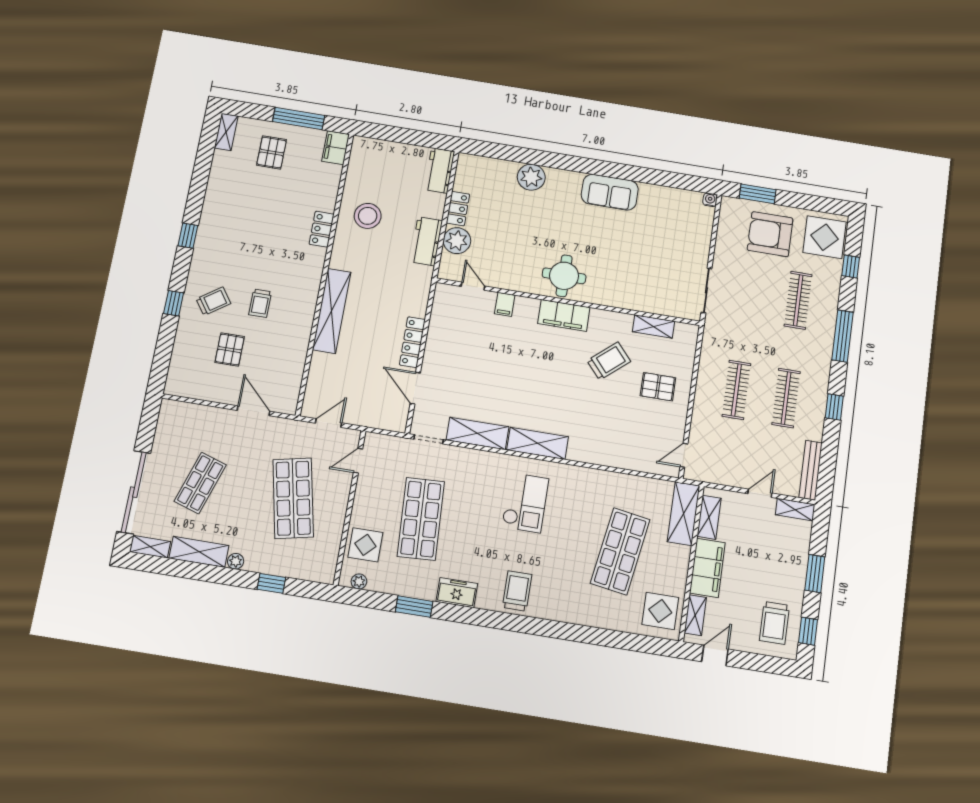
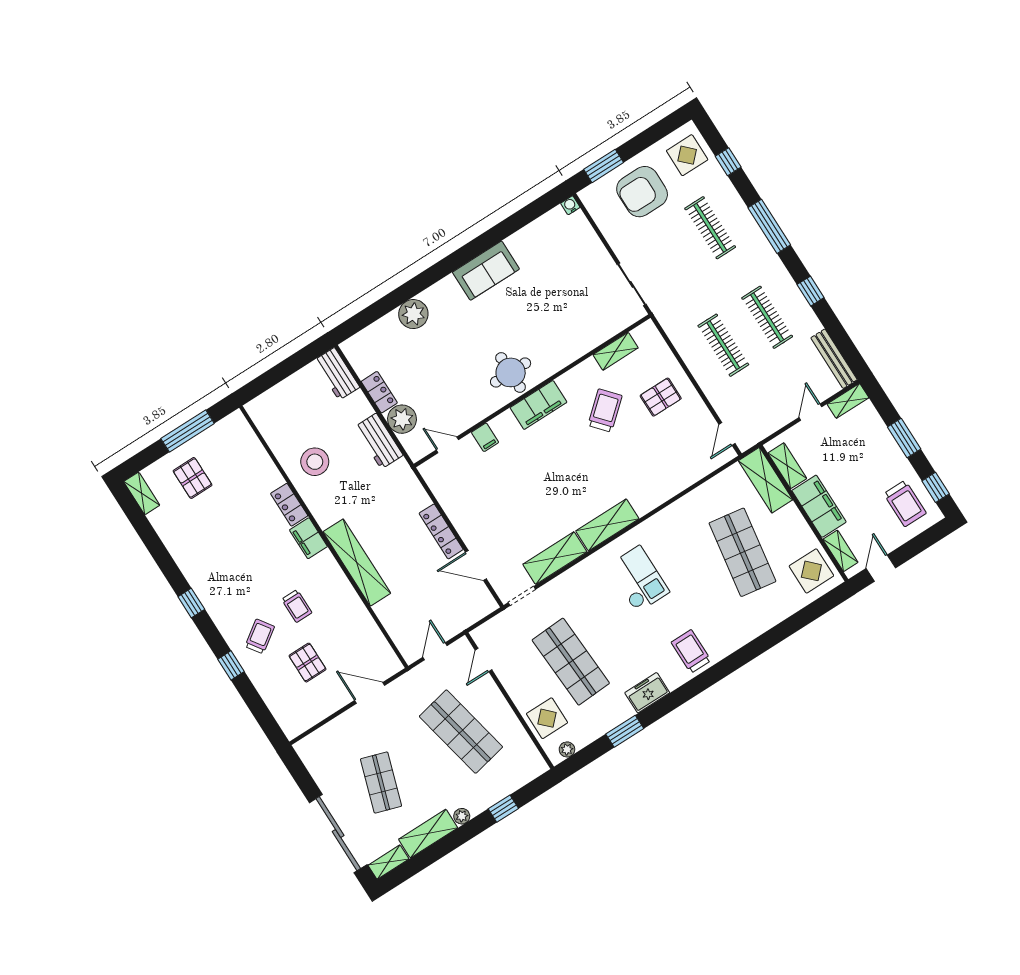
filing cabinet: (336, 148) -> (308, 538), moved
display table: (825, 237) -> (687, 155), width x0.73, depth x0.73

